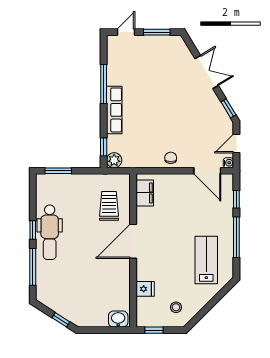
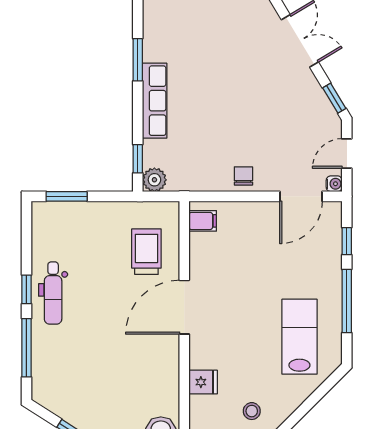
window: (104, 84) -> (138, 60), width x0.69
door: (207, 171) -> (301, 196), hinge flipped
filing cabinet: (145, 193) -> (203, 221), width x0.50
dental chair: (50, 232) -> (53, 293), width x0.73, depth x0.72

